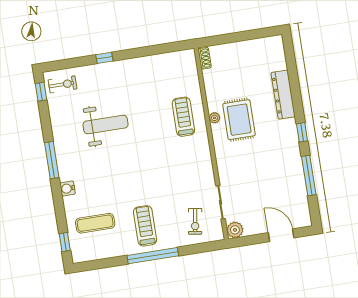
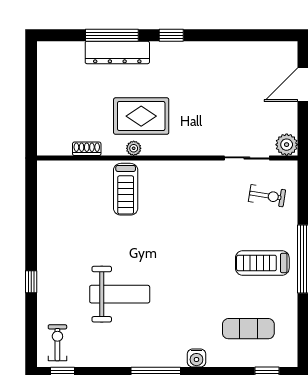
shoe rack: (205, 58) -> (87, 149), moved
treadmill: (183, 117) -> (126, 189), turned -90
weight bench: (106, 125) -> (120, 294), turned 90
window: (309, 175) -> (112, 35), moved
exercise mat: (95, 223) -> (248, 329), turned 90

